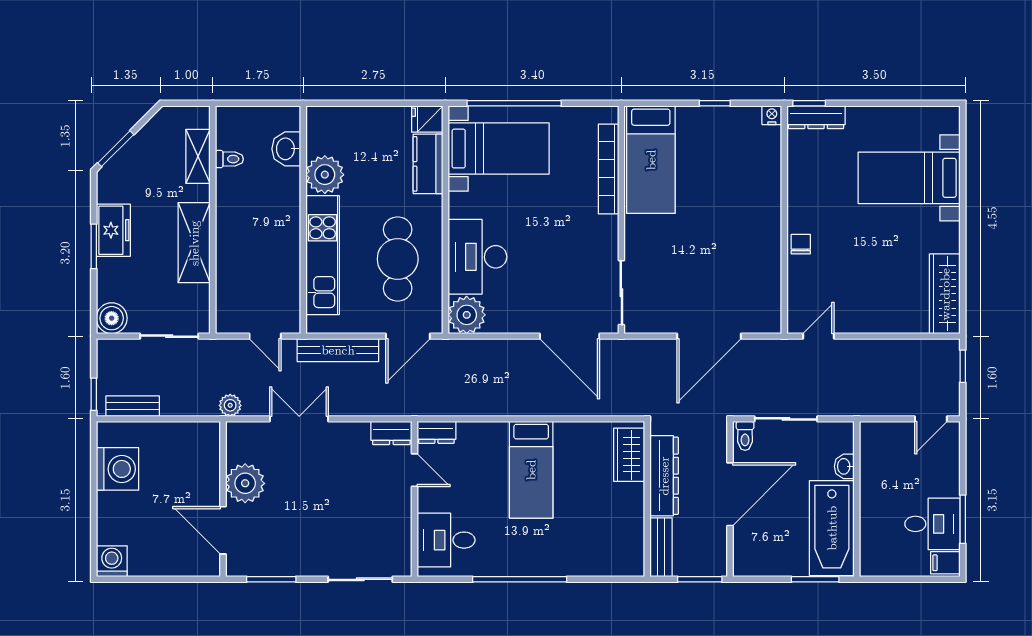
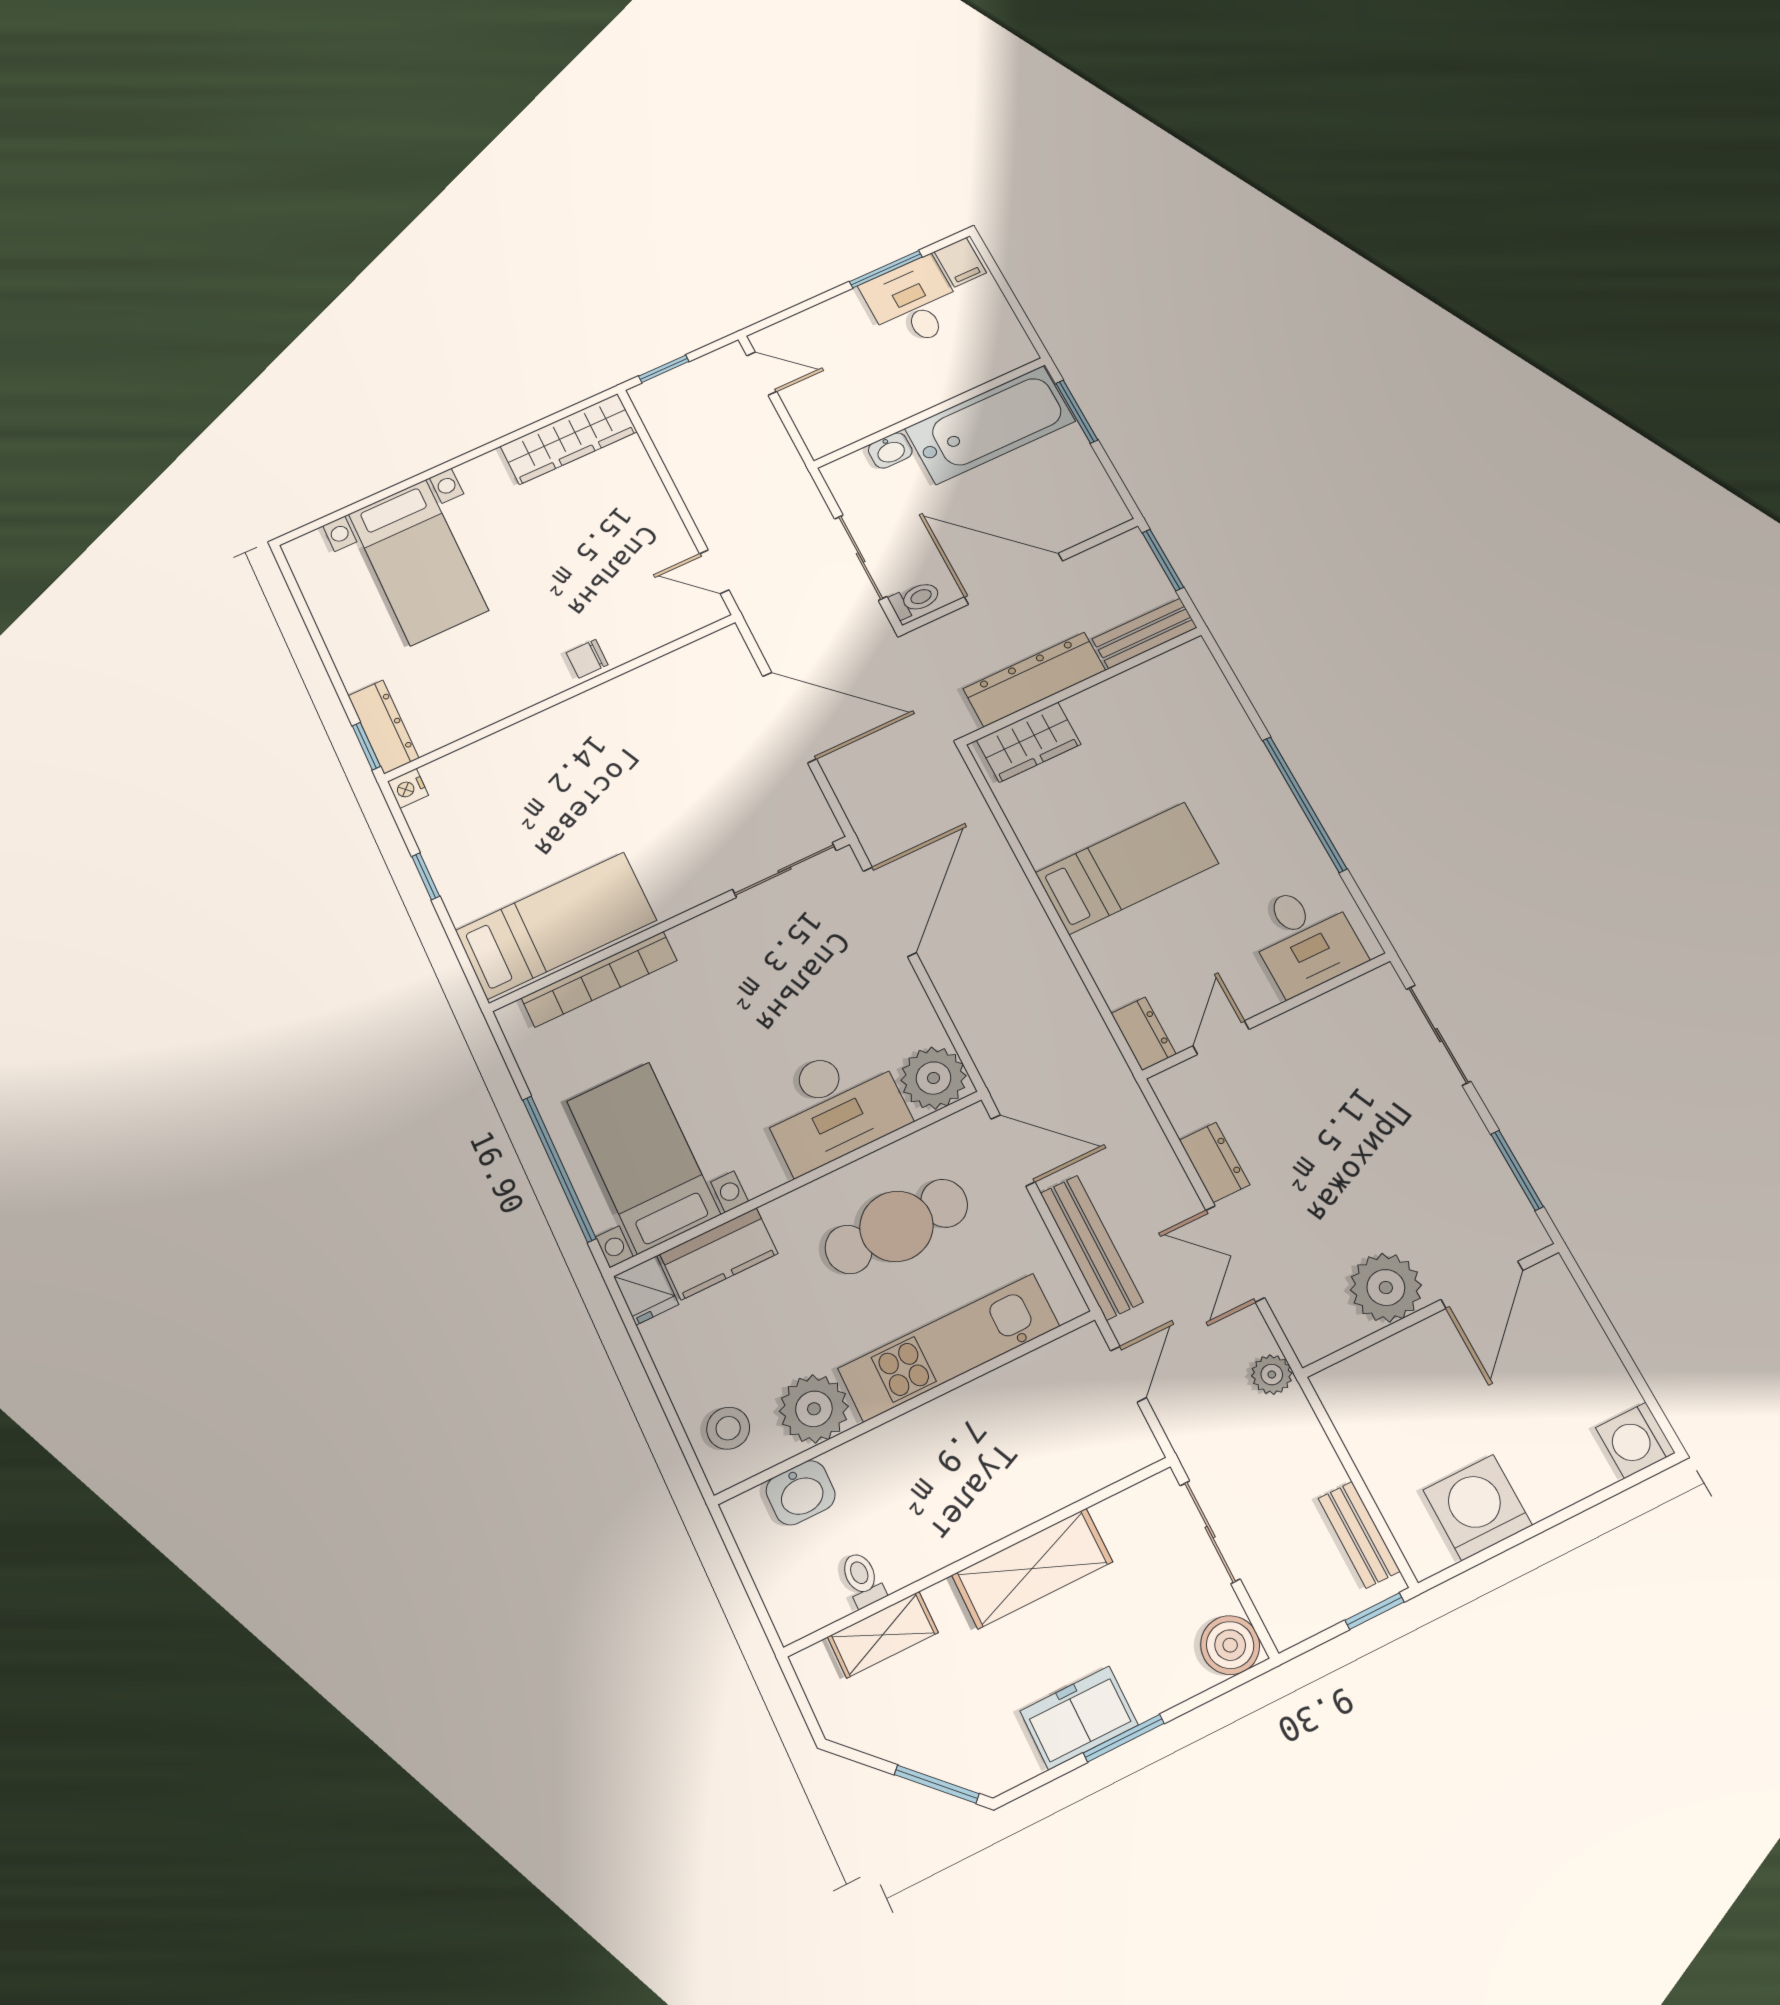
stool: (336, 128) -> (728, 1428), added
dresser: (391, 433) -> (1214, 1162), moved

